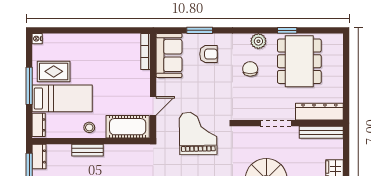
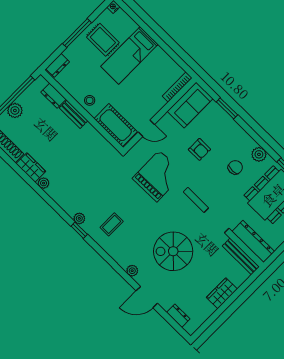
armchair: (209, 54) -> (199, 149), moved
bed: (62, 98) -> (129, 55), moved, turned 90
dresser: (39, 156) -> (53, 96), moved, turned 90

